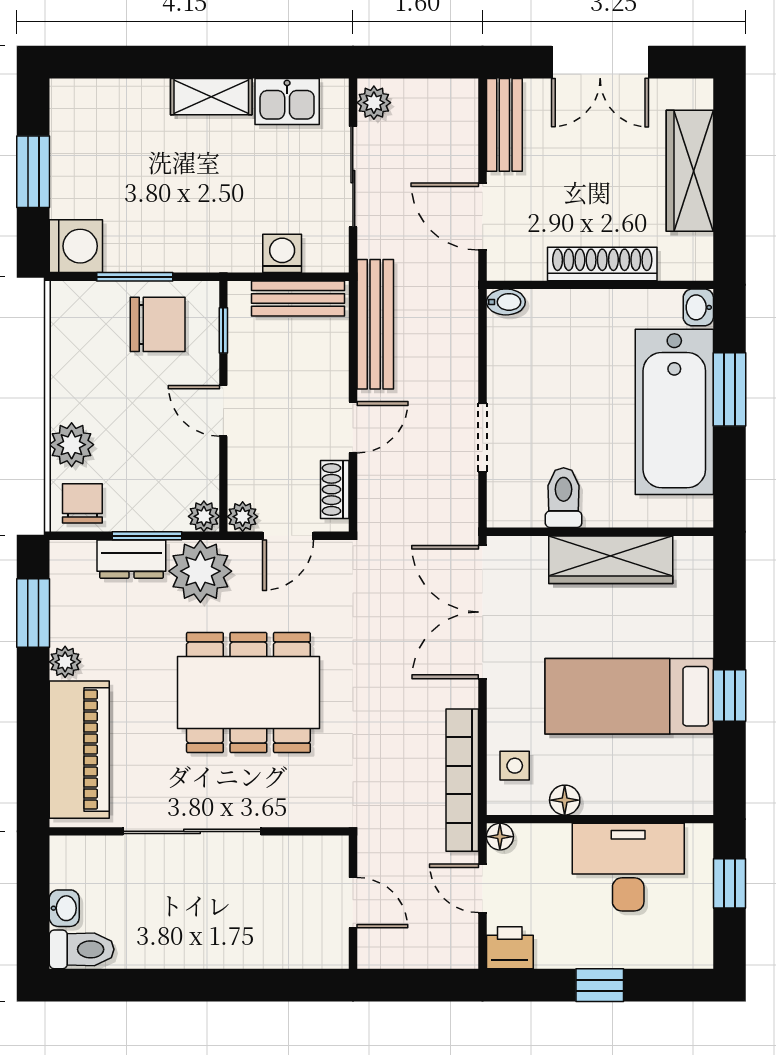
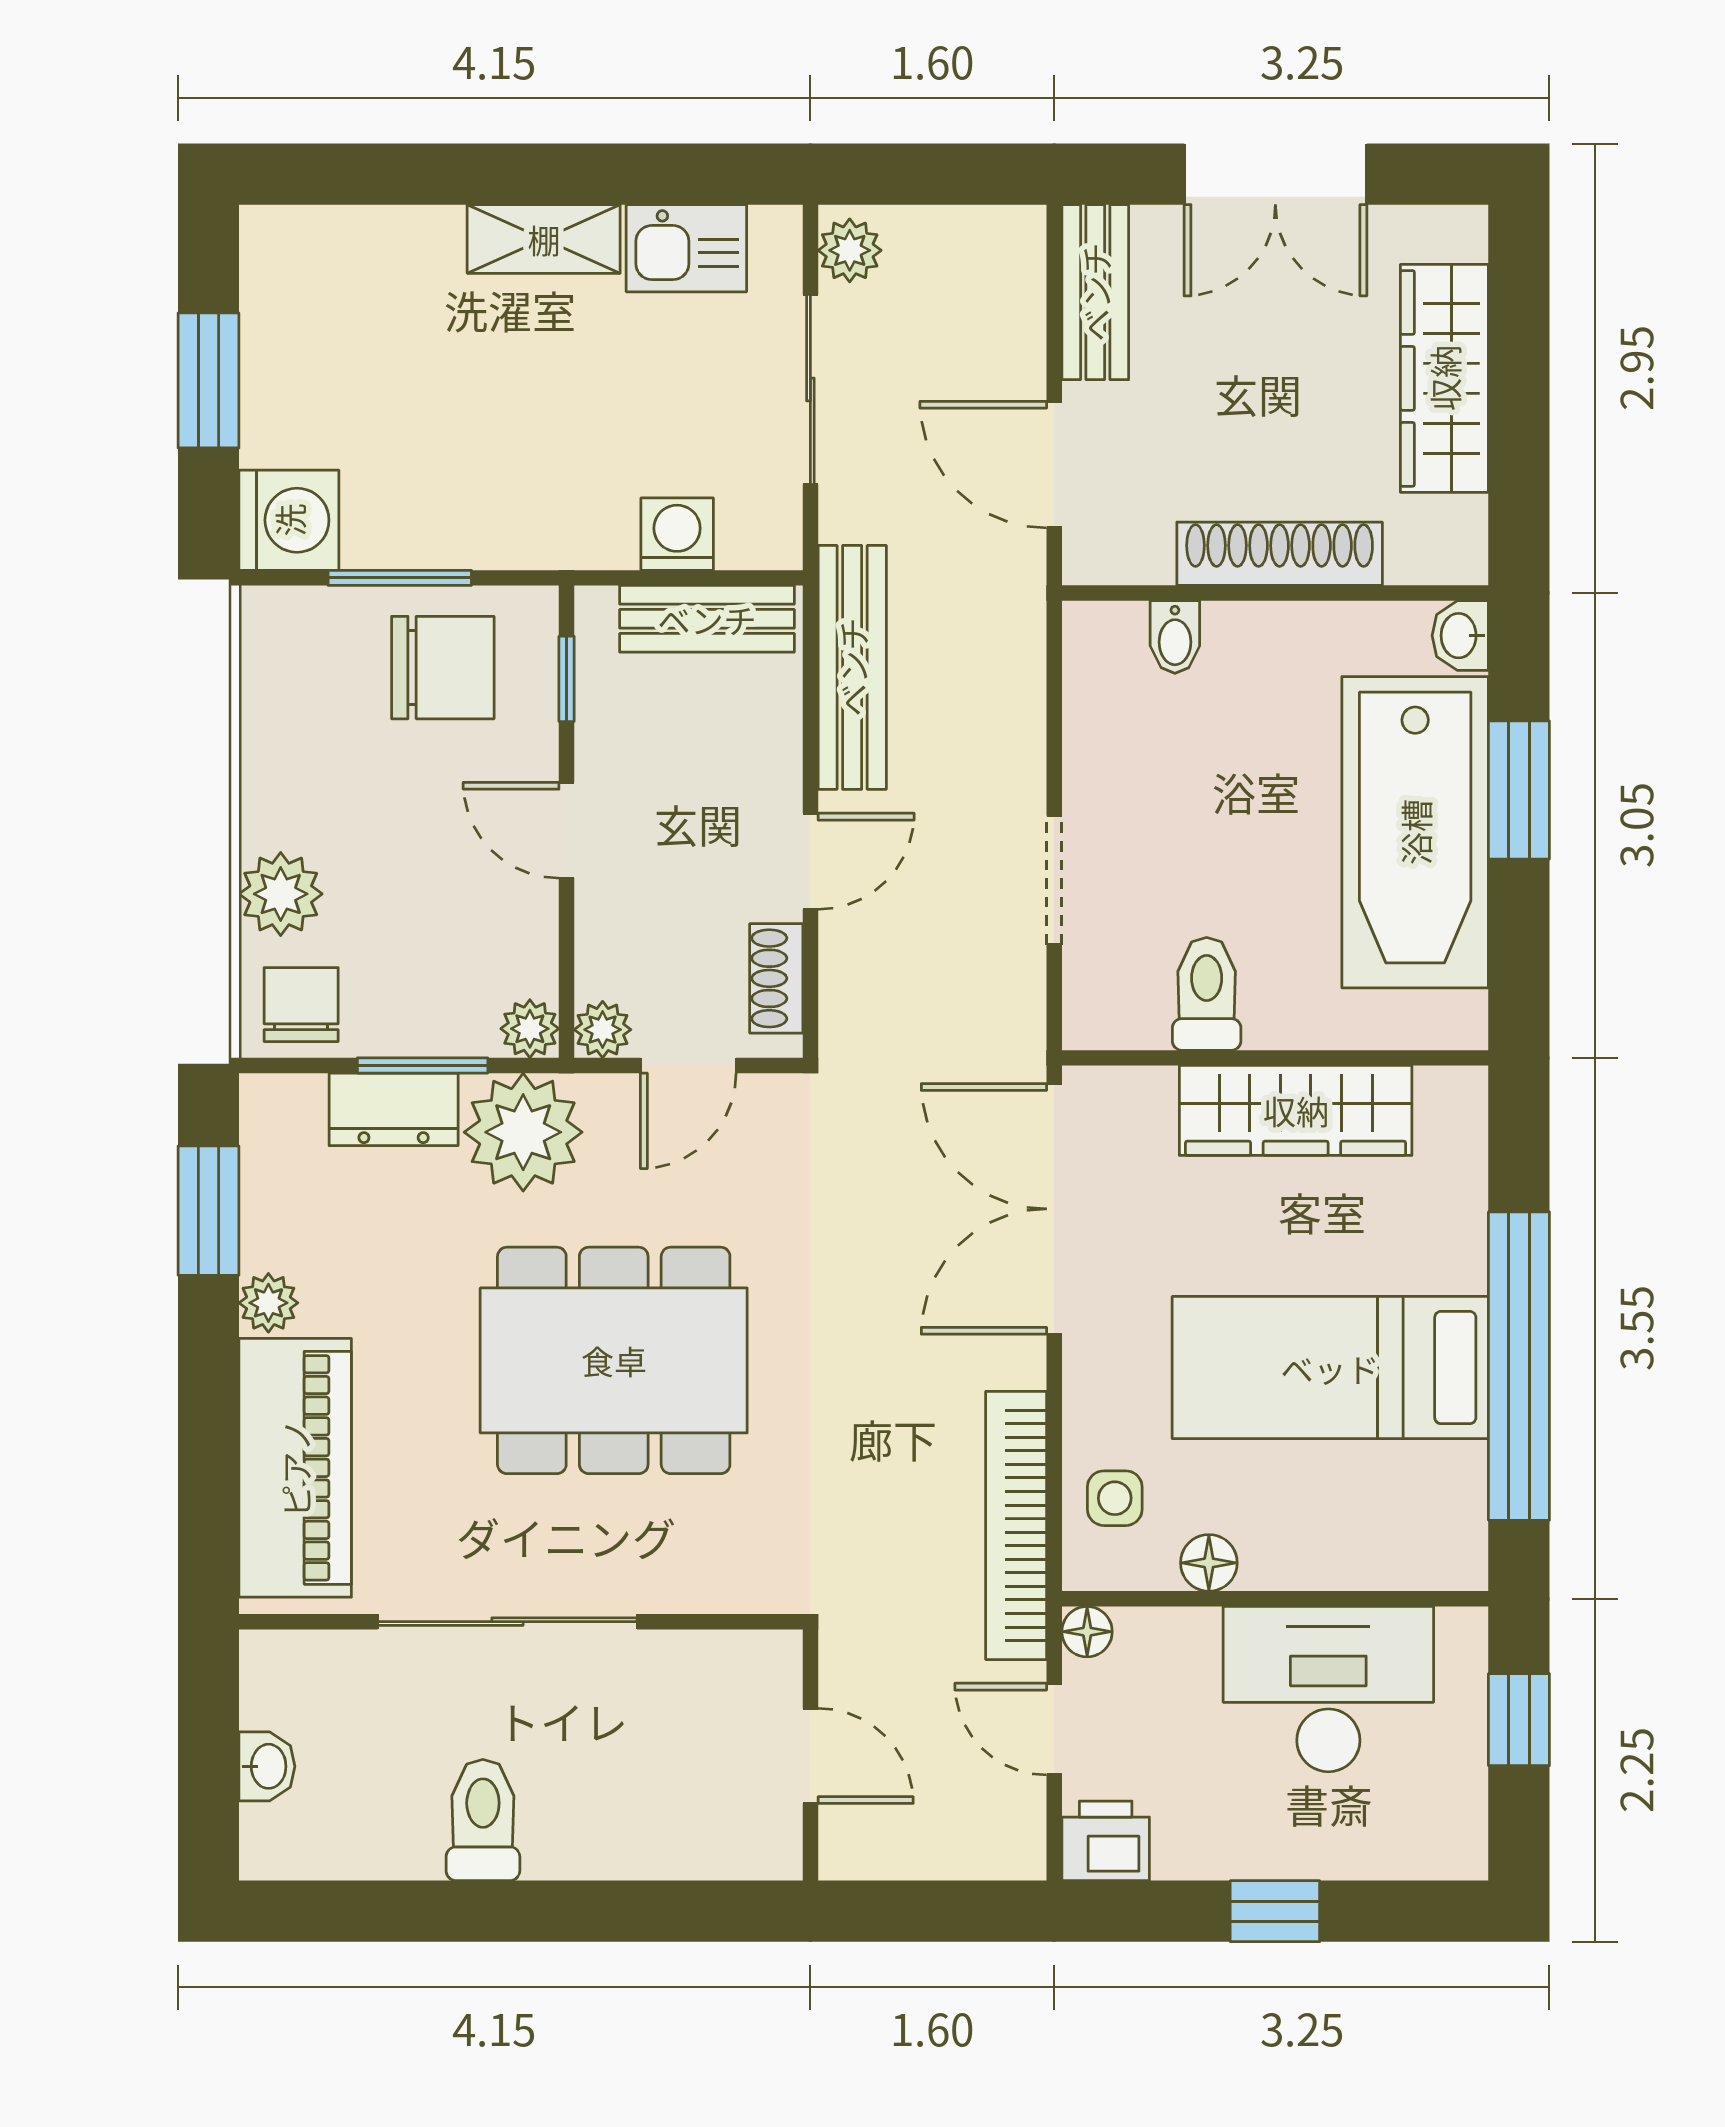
bidet: (506, 302) -> (1175, 637), moved, turned 90
window: (729, 696) -> (1519, 1366), width x3.17
toilet: (82, 949) -> (483, 1820), moved, turned -90

